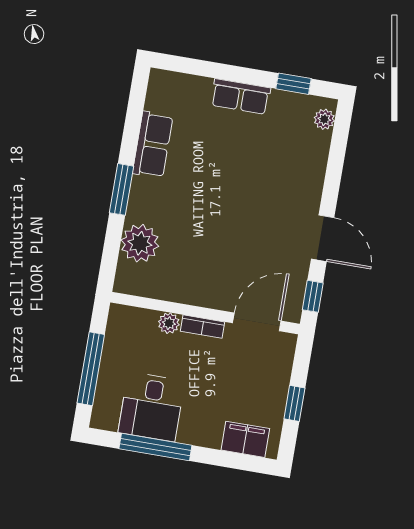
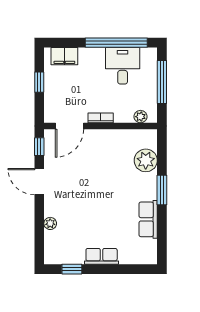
plant: (324, 119) -> (50, 223), moved
plant: (169, 323) -> (140, 117), moved
window: (155, 447) -> (116, 43), width x1.46

